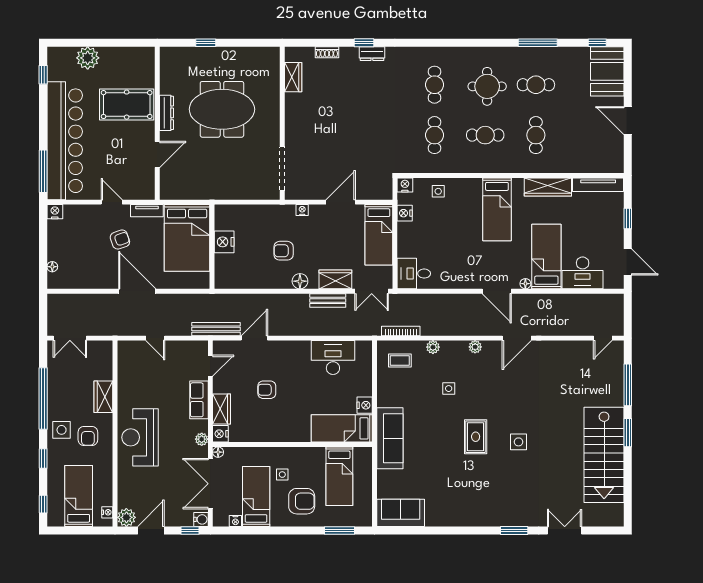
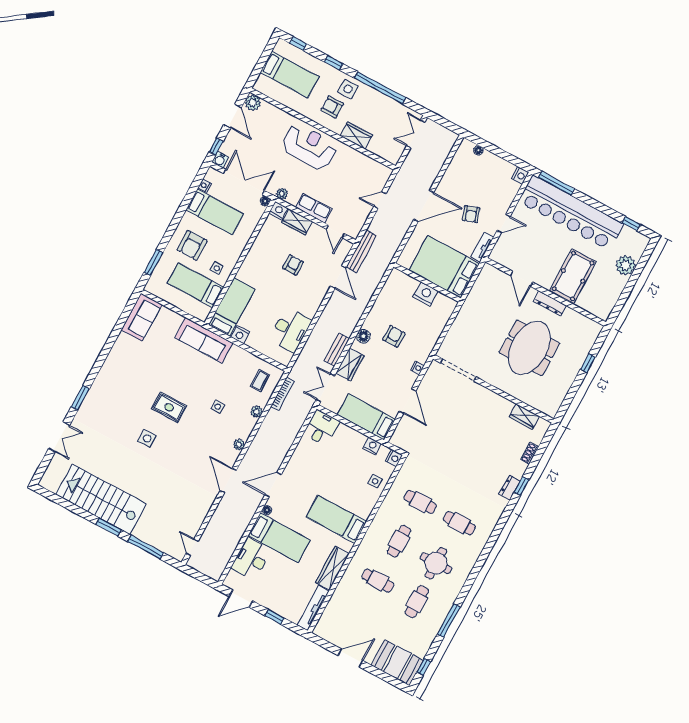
side table: (282, 475) -> (217, 268), moved
nightstand: (107, 512) -> (265, 90), removed

